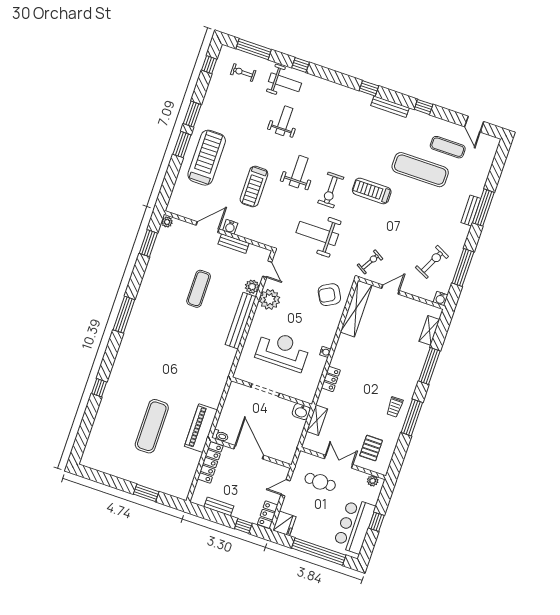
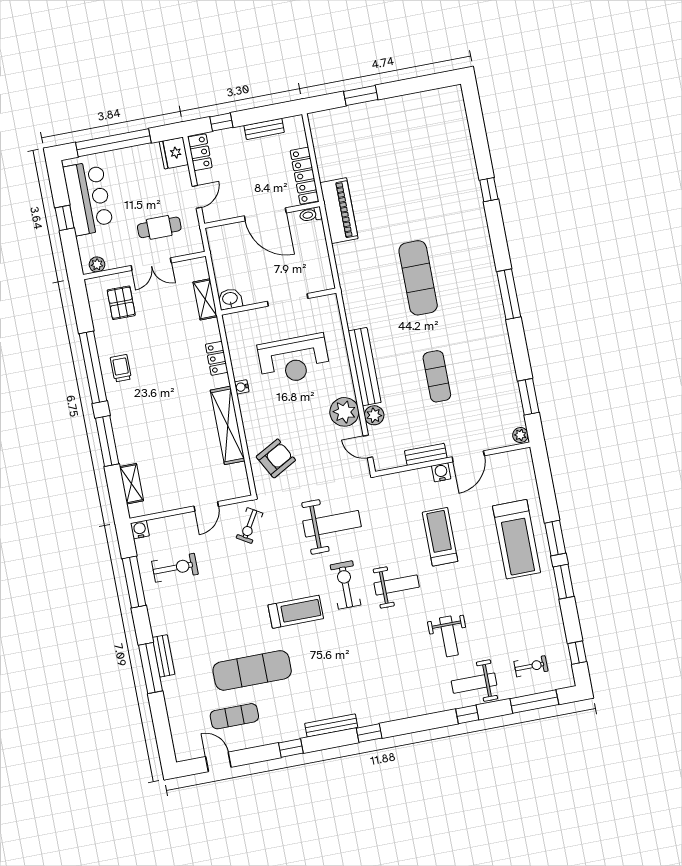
weight bench: (299, 172) -> (397, 585), turned -90
exercise bike: (432, 262) -> (175, 568), turned -116
shelving: (356, 309) -> (228, 425), moved
window: (412, 417) -> (93, 367), width x1.46
exercise mat: (152, 426) -> (418, 278), moved

